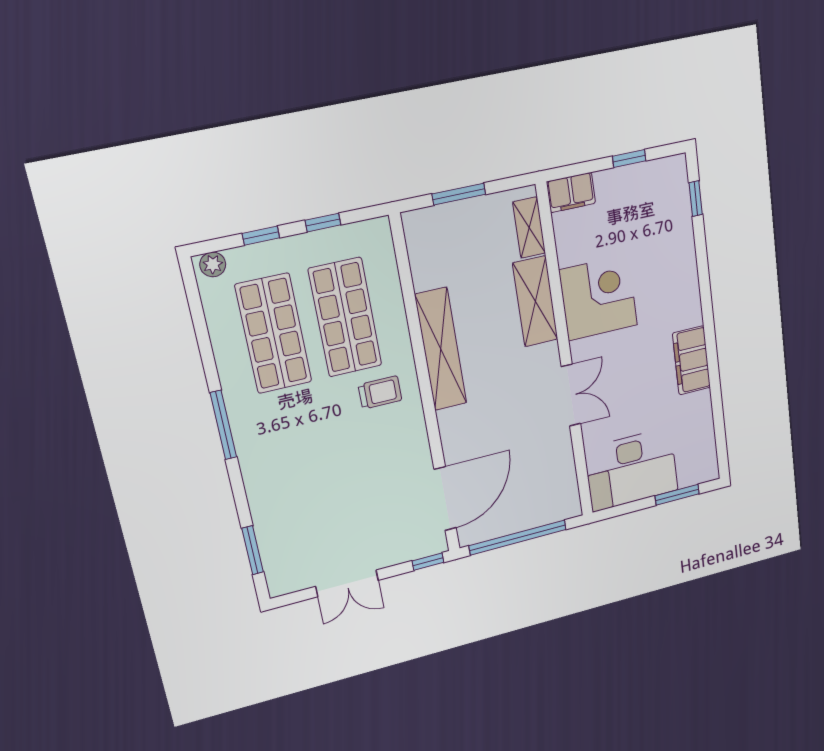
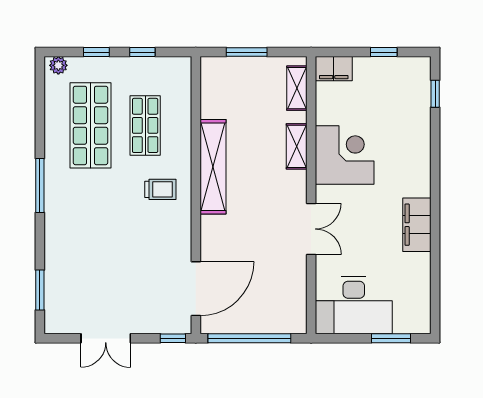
shelving: (535, 301) -> (297, 146), width x0.67, depth x0.75
shop shelf: (345, 317) -> (145, 125), width x0.70, depth x0.74

